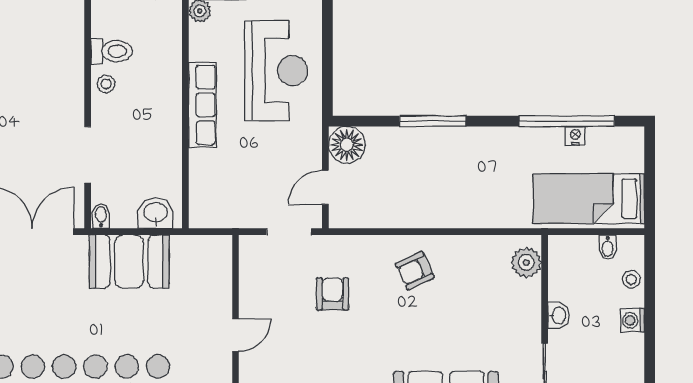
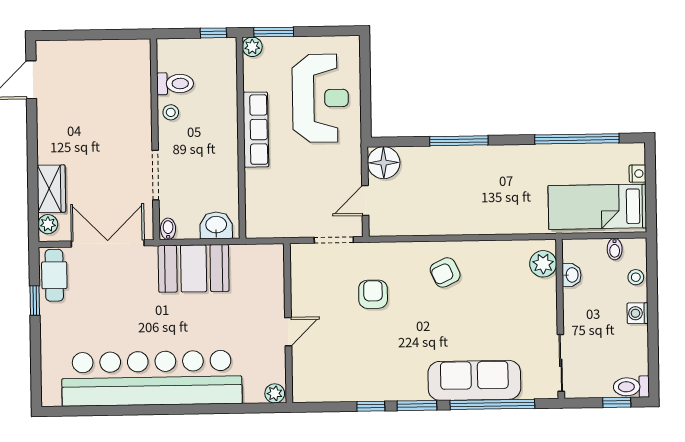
nightstand: (575, 136) -> (638, 174), moved, turned 90
washbasin: (558, 316) -> (572, 275), moved

